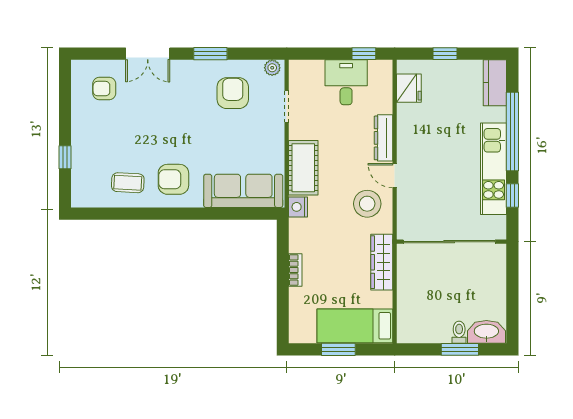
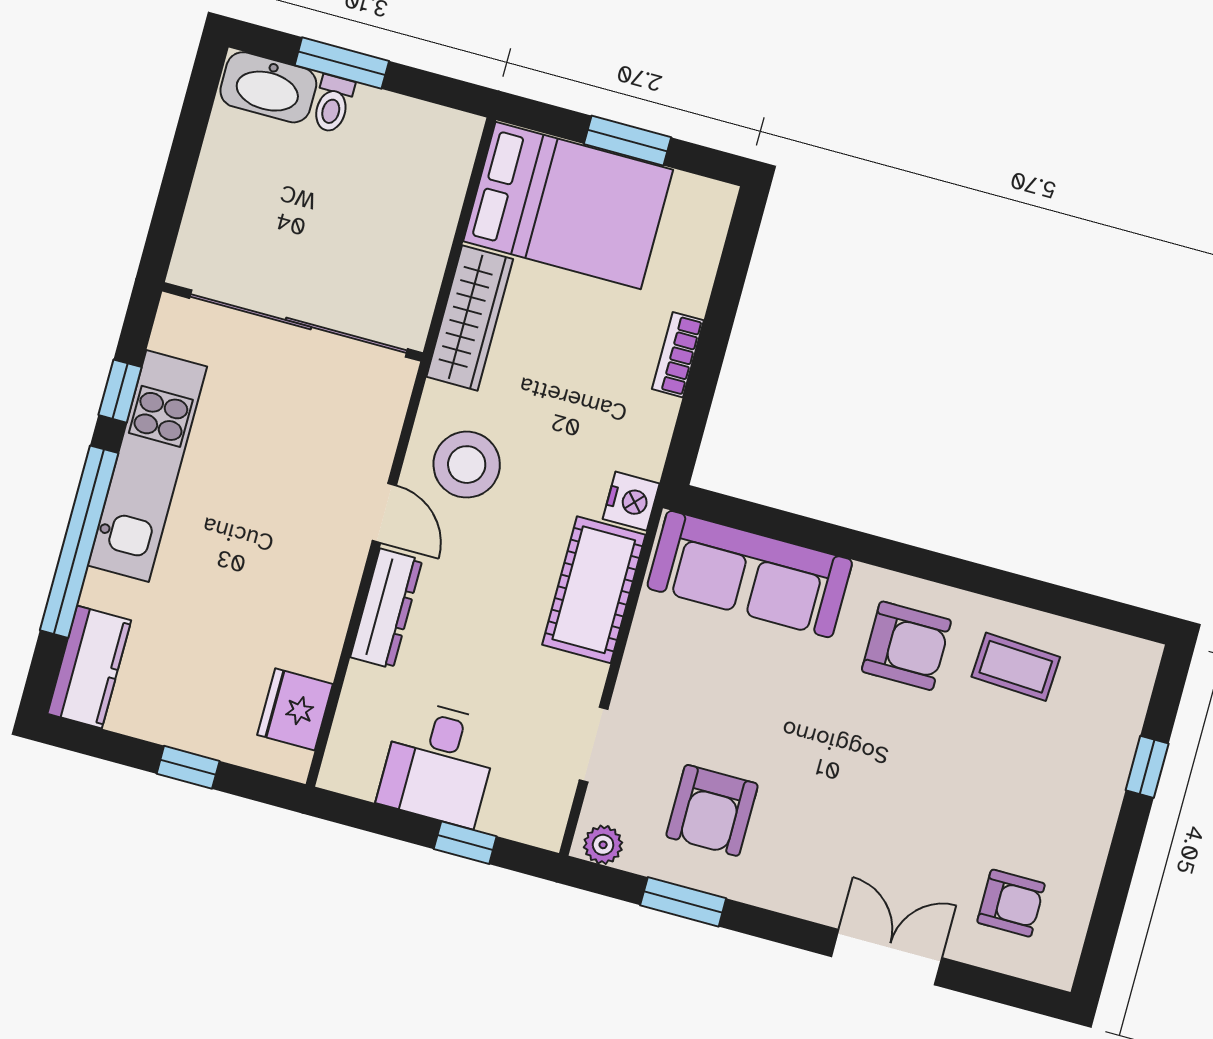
window: (210, 54) -> (683, 902), moved
window: (364, 54) -> (465, 843), moved
bed: (355, 326) -> (568, 205), width x1.50

